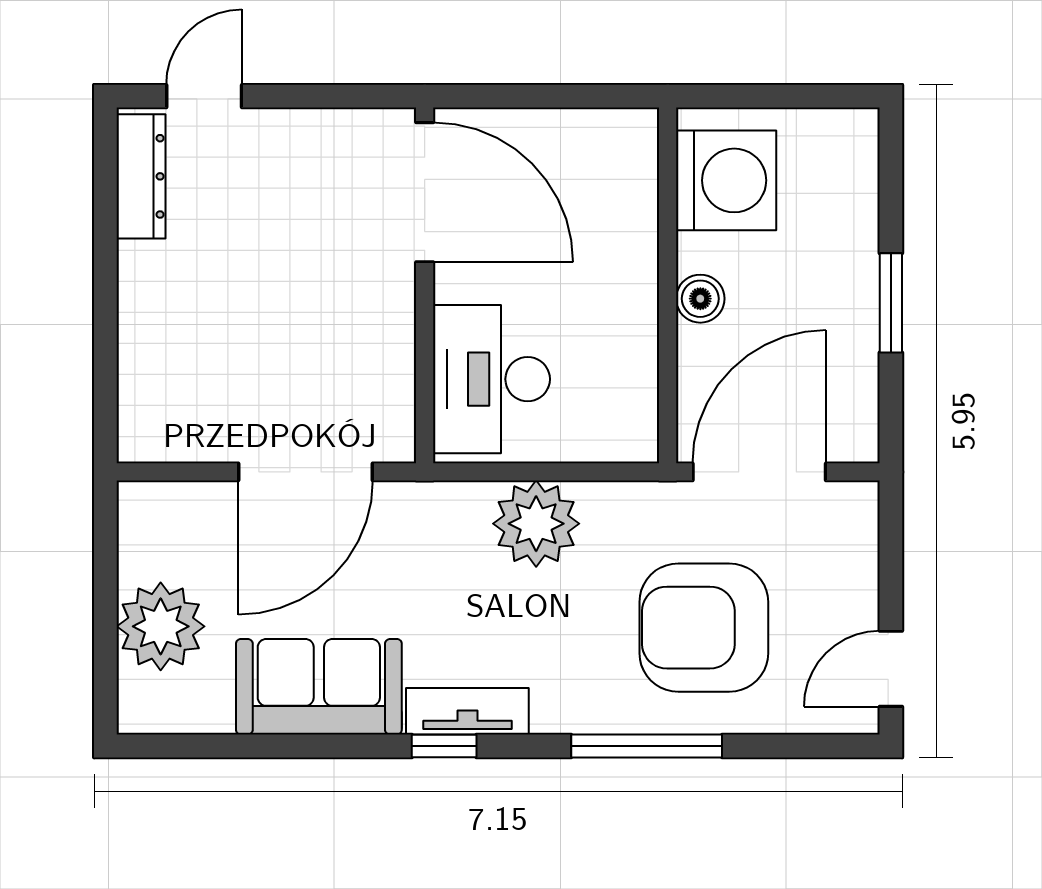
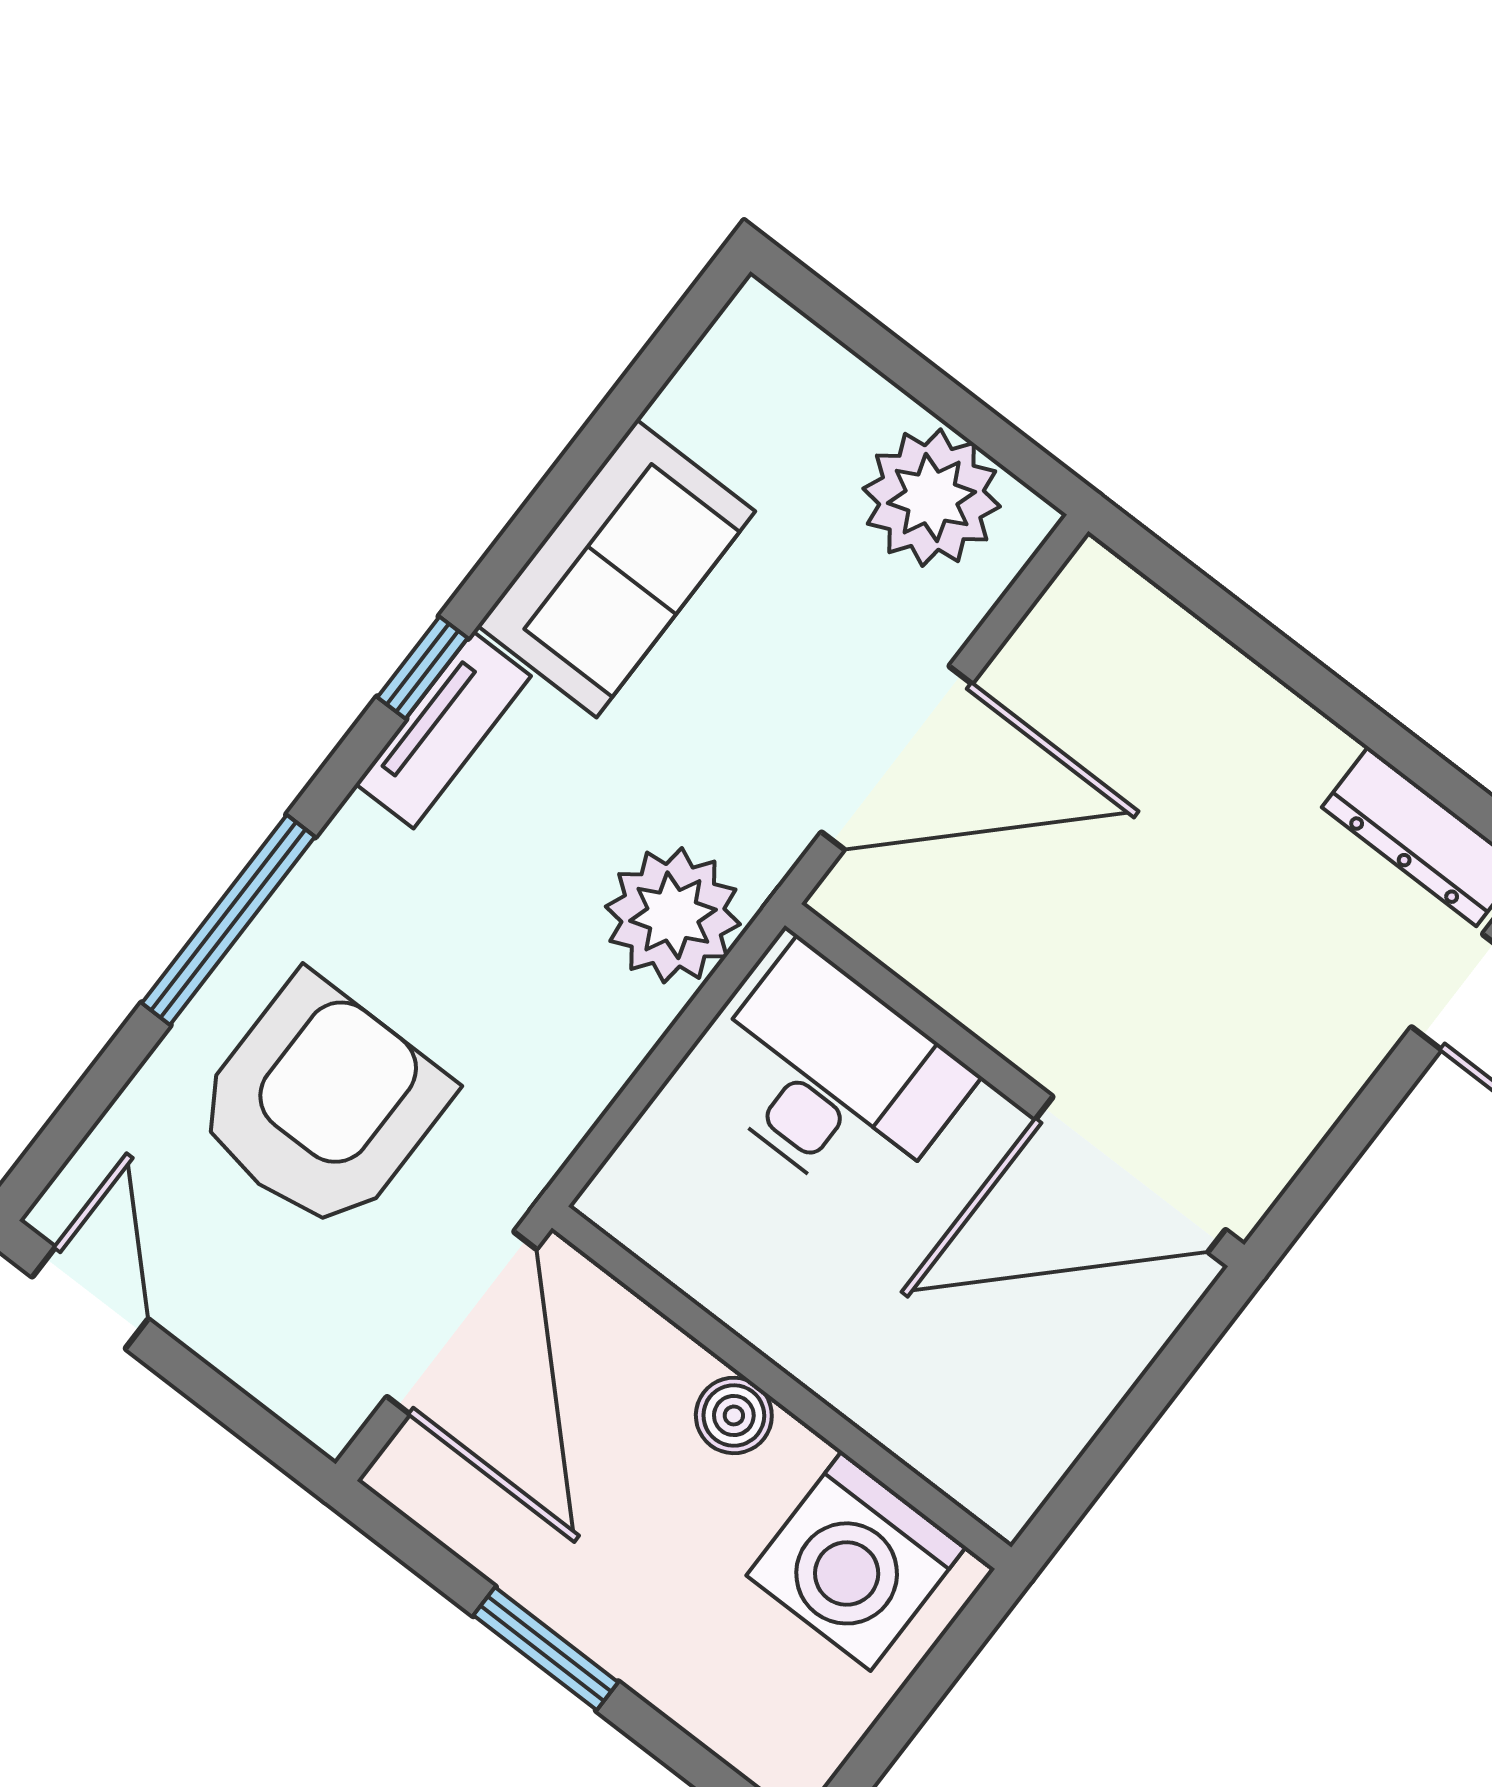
door: (306, 472) -> (897, 758), swing flipped
plant: (536, 524) -> (673, 915), moved
plant: (161, 626) -> (932, 498), moved

